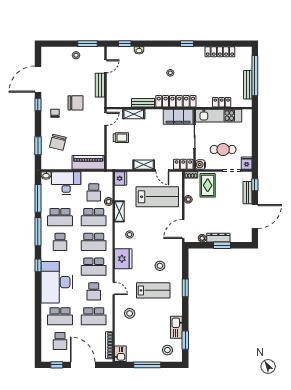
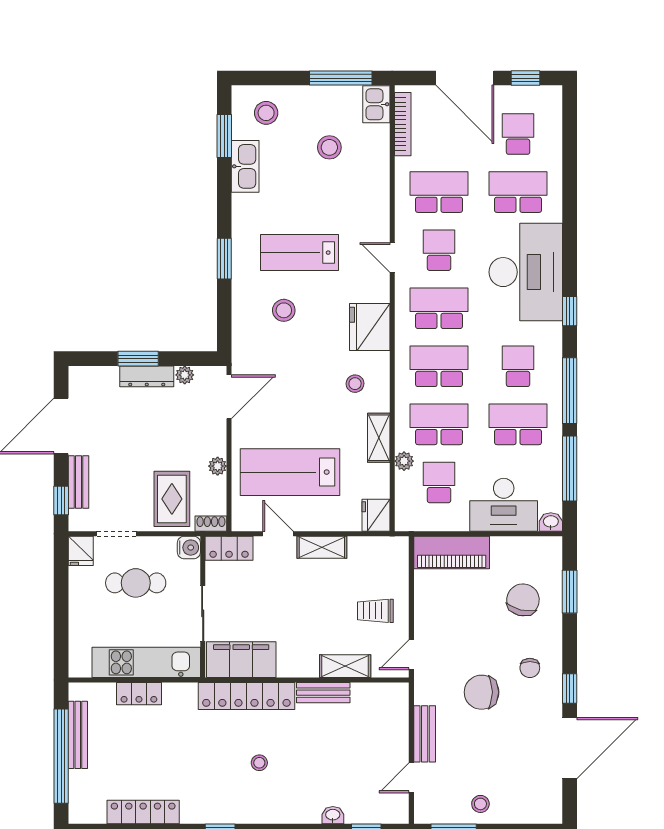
stool: (130, 313) -> (329, 147), moved
window: (147, 365) -> (341, 78), moved

